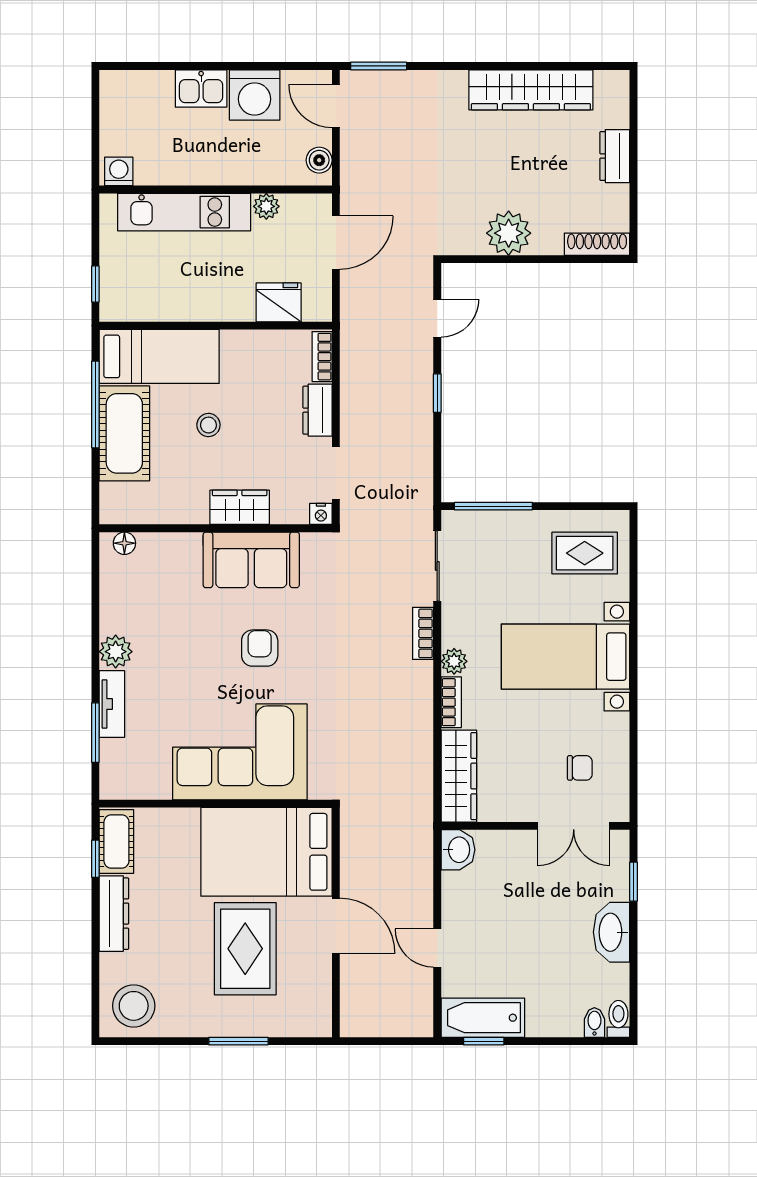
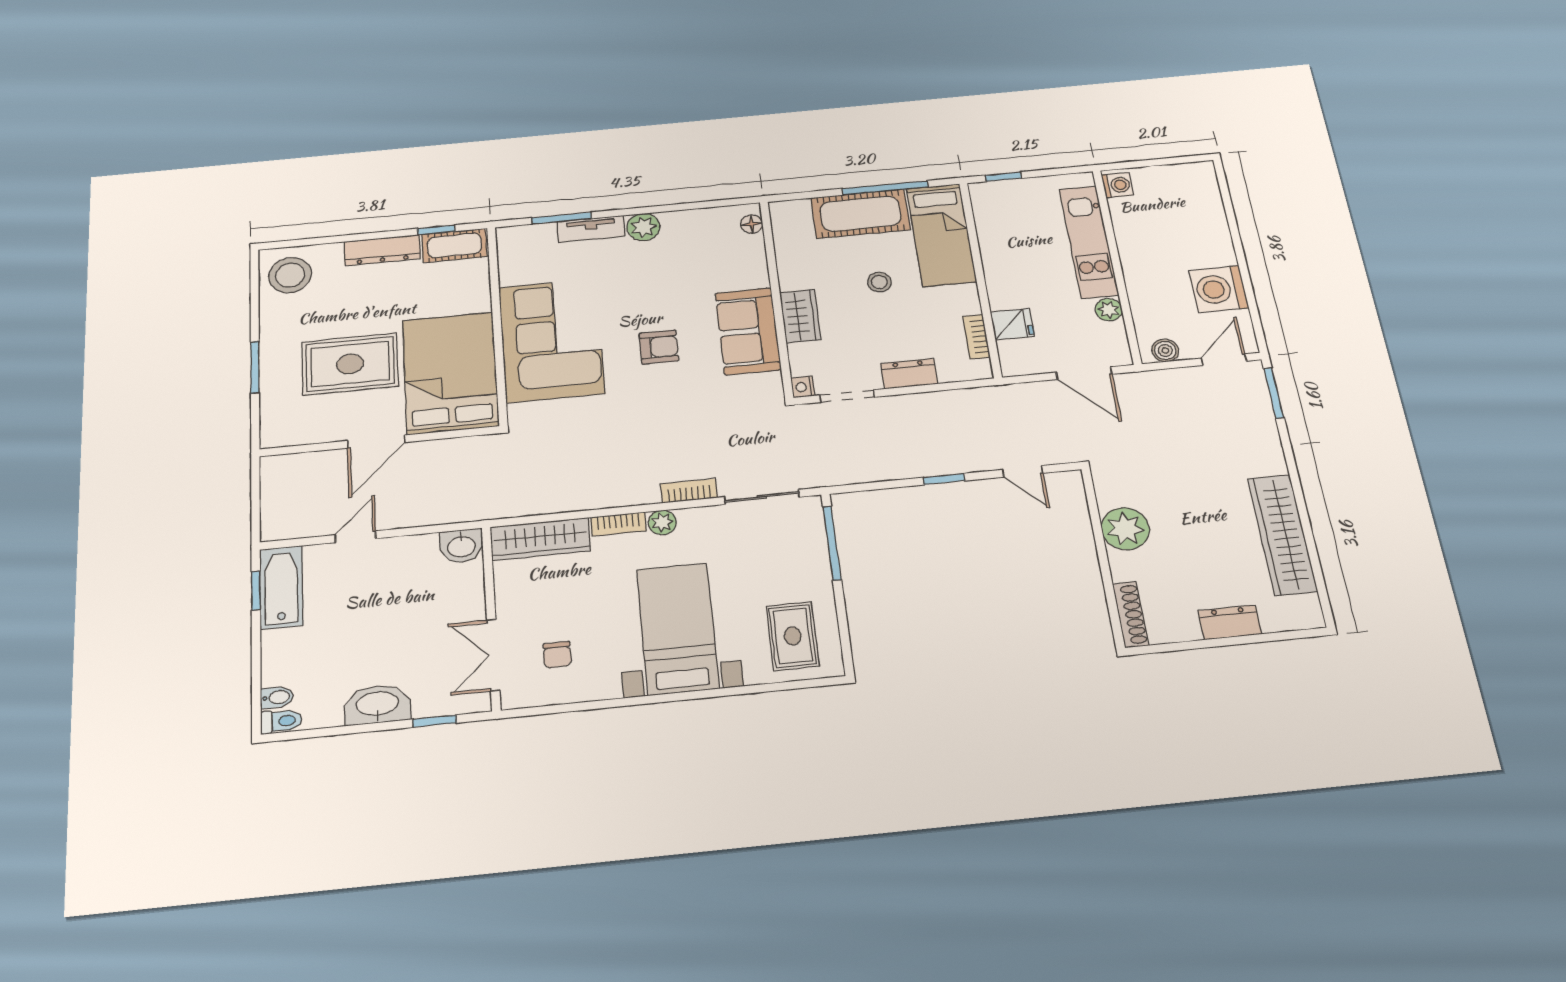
kitchen sink: (201, 88) -> (1215, 244), removed
fridge: (279, 302) -> (1012, 324), width x0.72
bookcase: (322, 357) -> (976, 337), moved, turned -90

